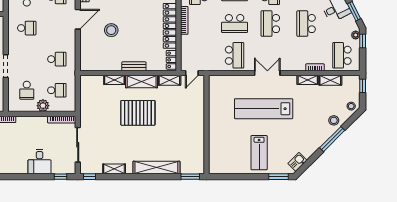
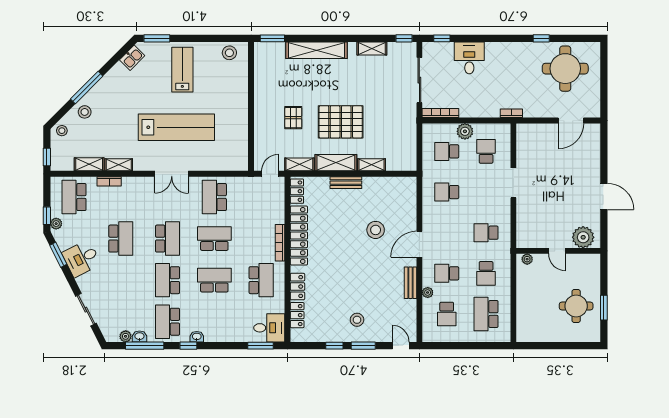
school desk: (342, 55) -> (74, 197), turned 180
pallet: (174, 116) -> (293, 118), added
stool: (223, 166) -> (229, 53), added

